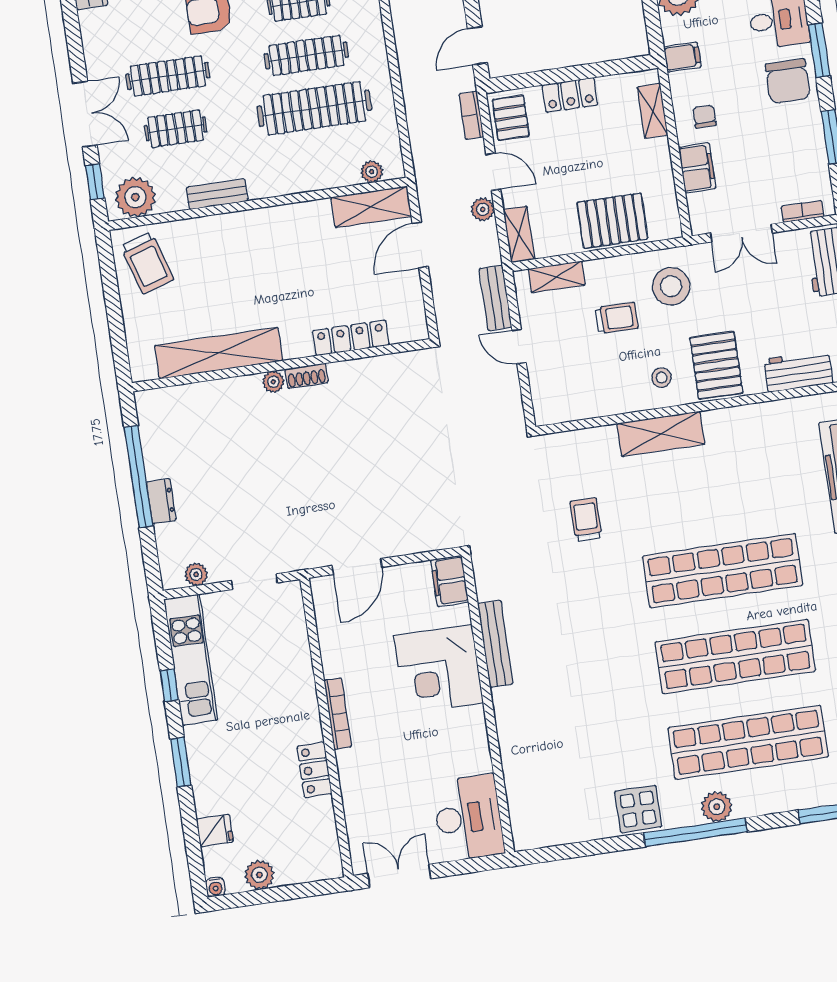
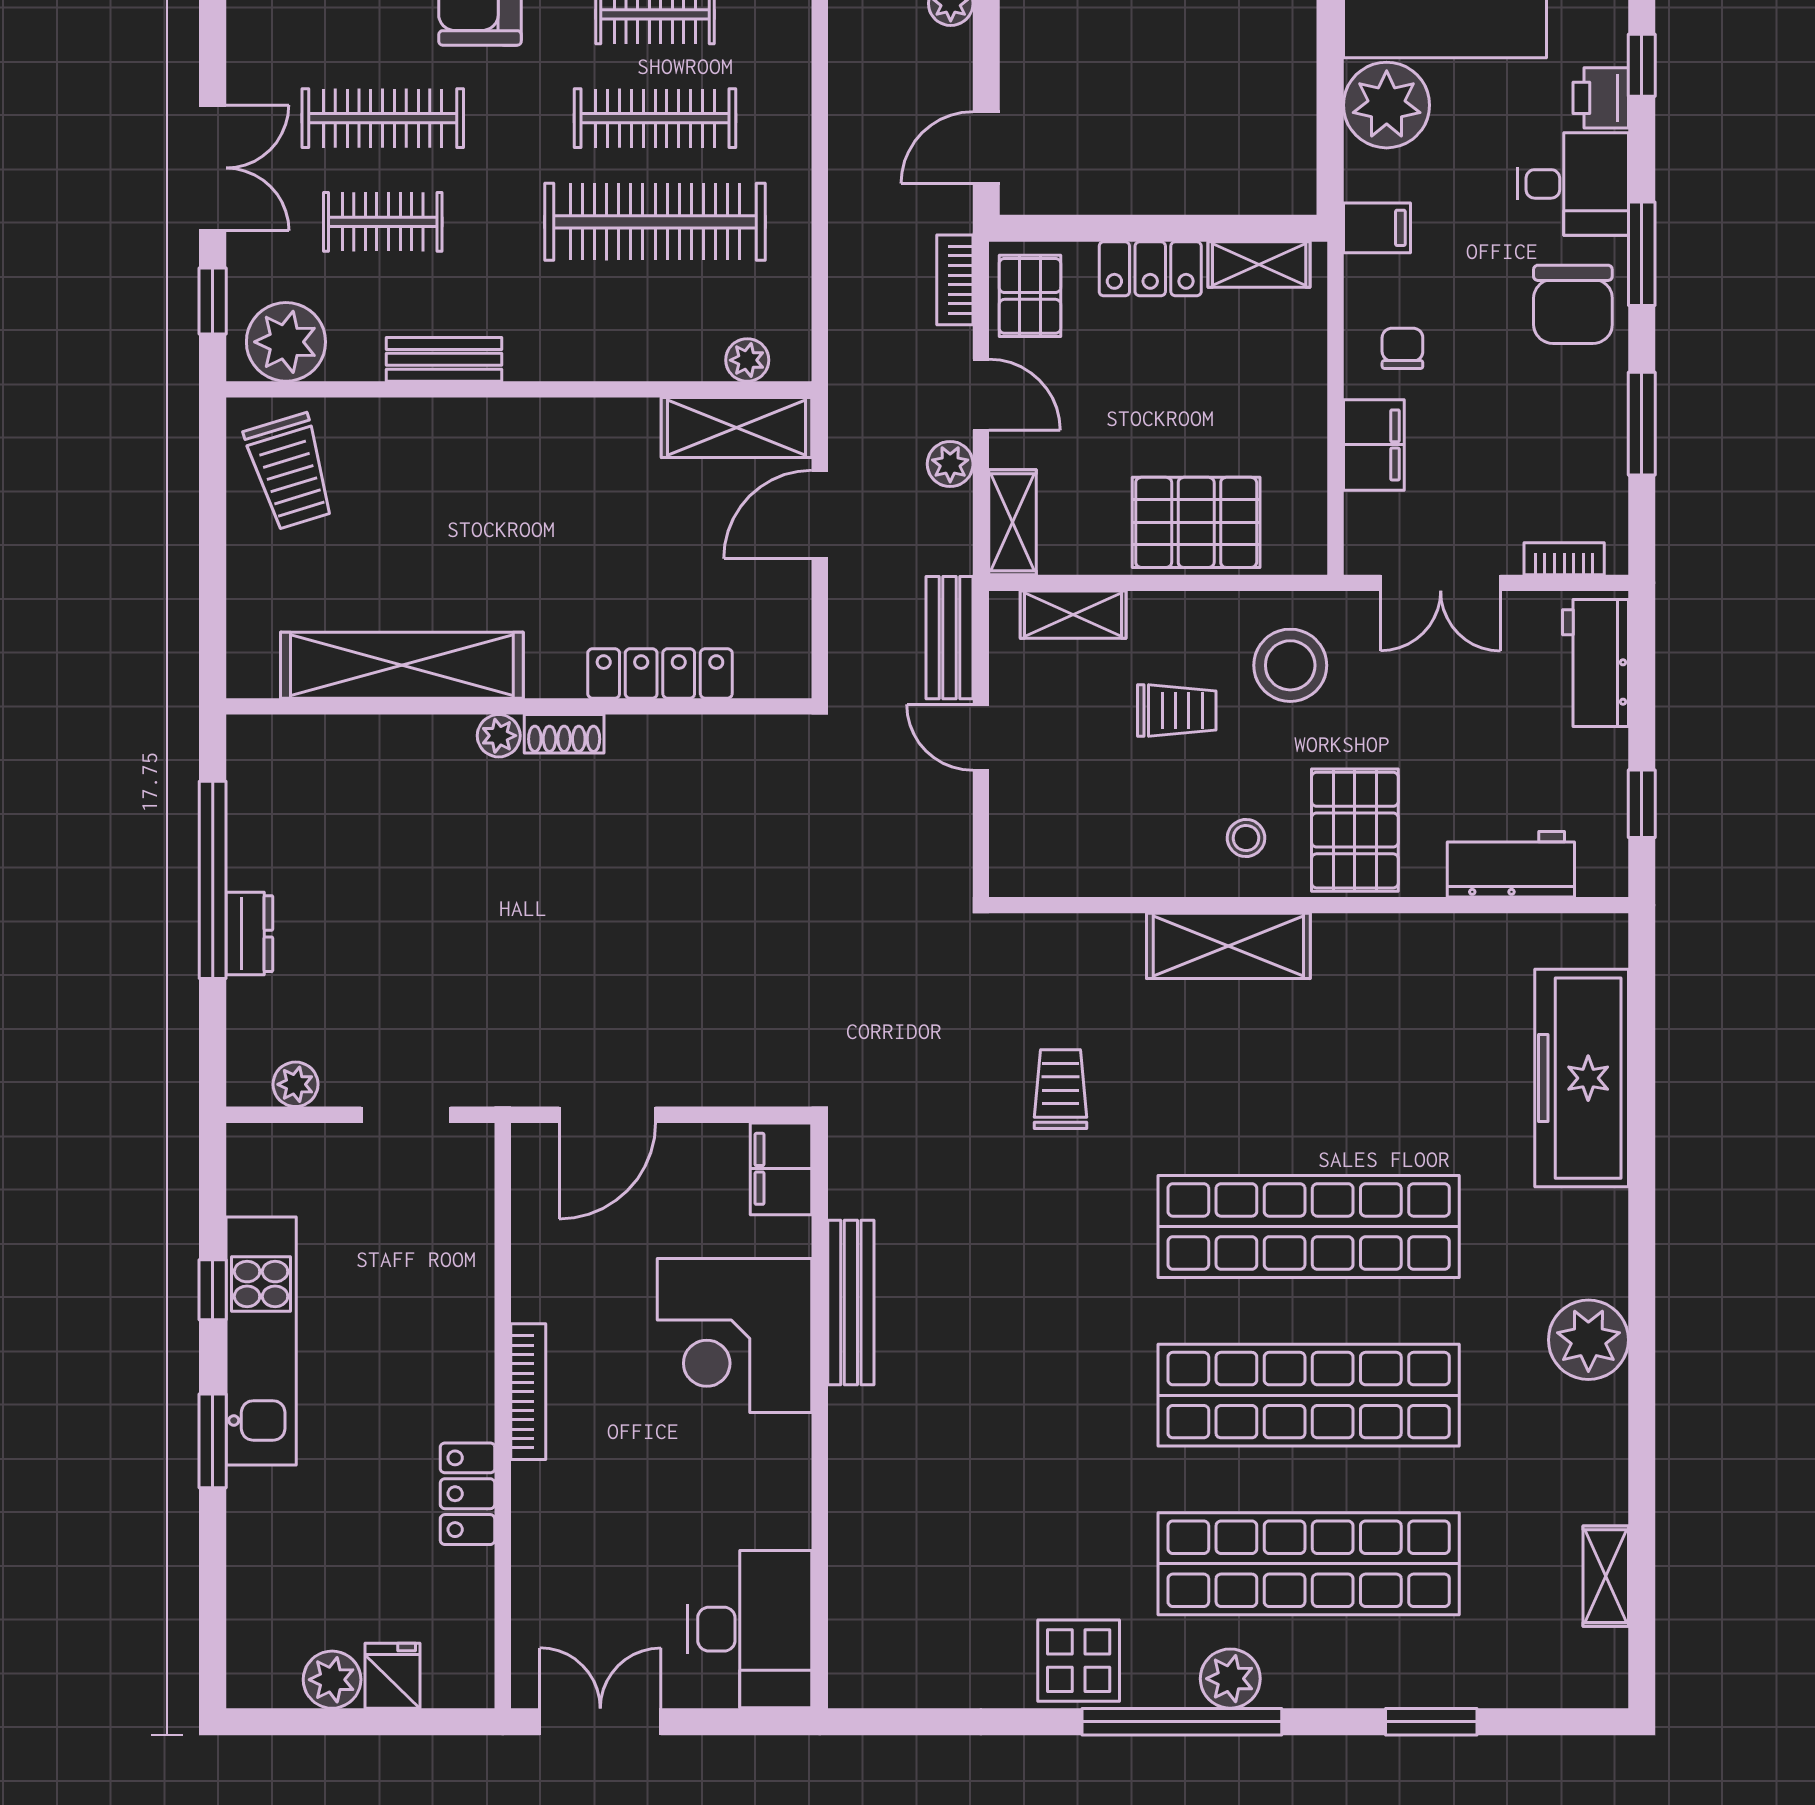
shelving: (653, 111) -> (1259, 265), moved, turned 90
kitchen unit: (191, 660) -> (261, 1341), moved
fridge: (215, 831) -> (392, 1676), moved, turned -90
water cooler: (215, 887) -> (244, 1690), removed

